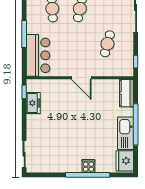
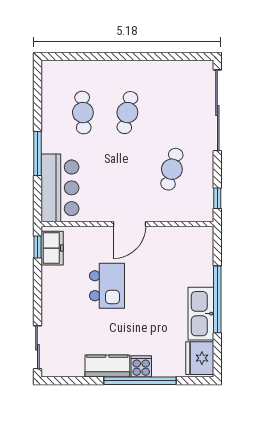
door: (81, 78) -> (129, 224), hinge flipped
kitchen counter: (126, 93) -> (107, 366), moved, turned 90
freezer: (33, 103) -> (52, 248), moved
kitchen island: (67, 116) -> (107, 286), added

